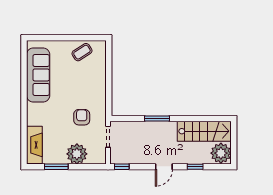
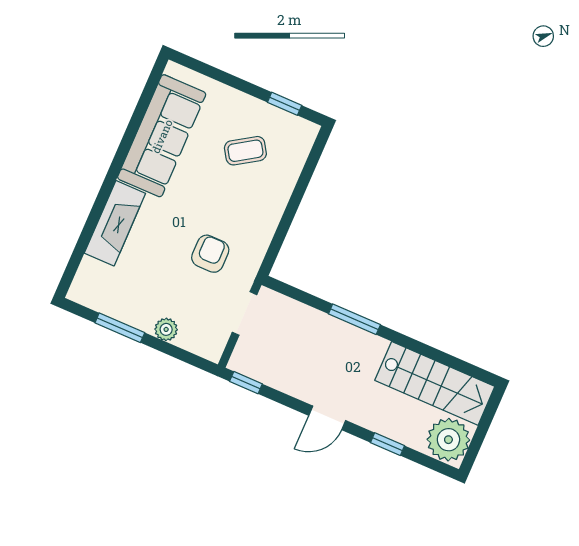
window: (86, 38) -> (285, 104), added
coffee table: (82, 52) -> (245, 151), moved
fireplace: (34, 145) -> (115, 223), moved
plant: (77, 154) -> (166, 329), width x0.53, depth x0.53

